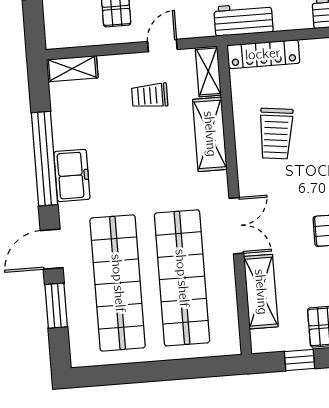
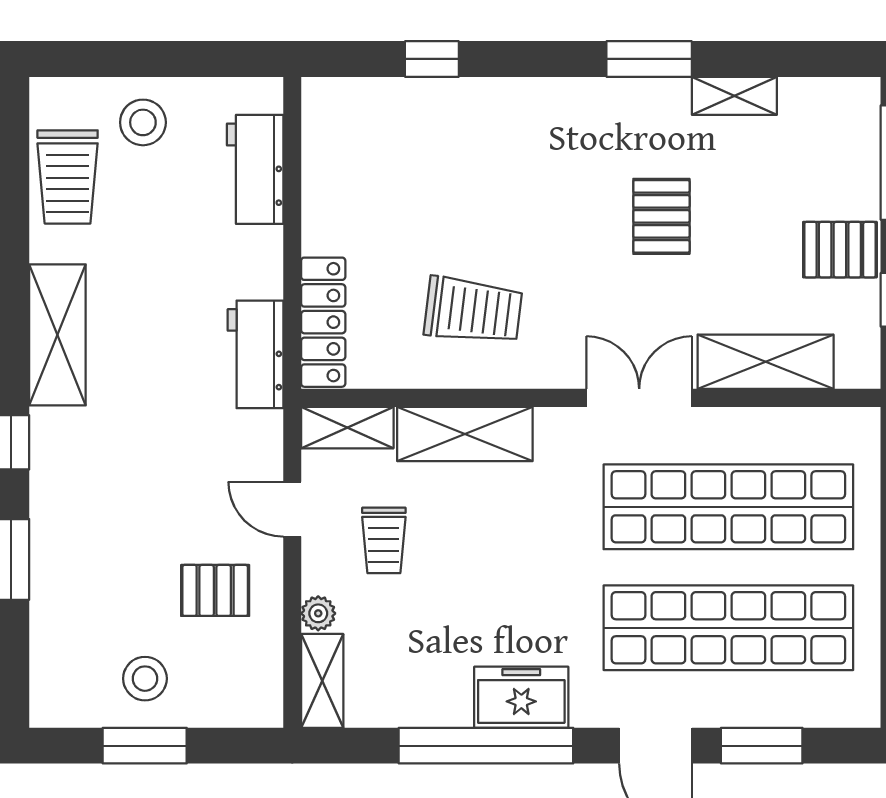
plant: (108, 64) -> (318, 613), added

